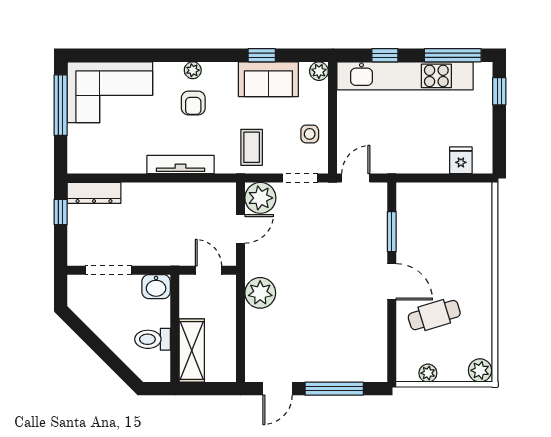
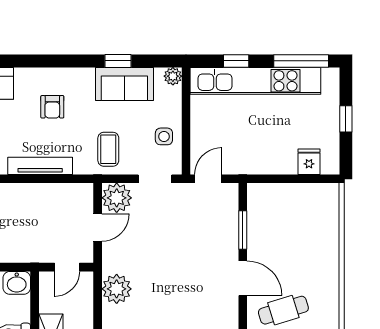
plant: (193, 70) -> (52, 75), removed
window: (499, 91) -> (346, 119), moved
door: (208, 270) -> (67, 267), swing flipped

